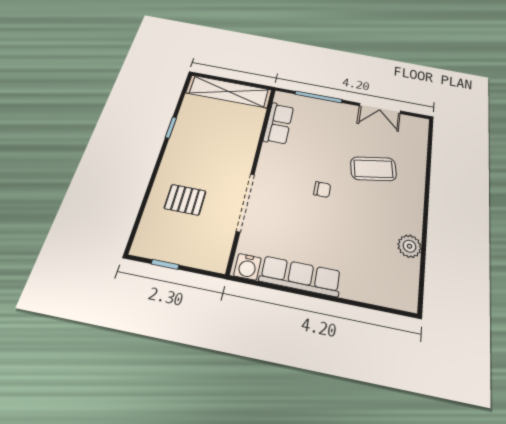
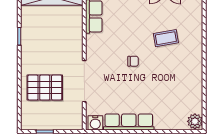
coffee table: (373, 169) -> (166, 38), width x0.73, depth x0.77
pallet: (185, 200) -> (45, 88), width x1.50, depth x1.42
plant: (410, 246) -> (195, 121), moved

